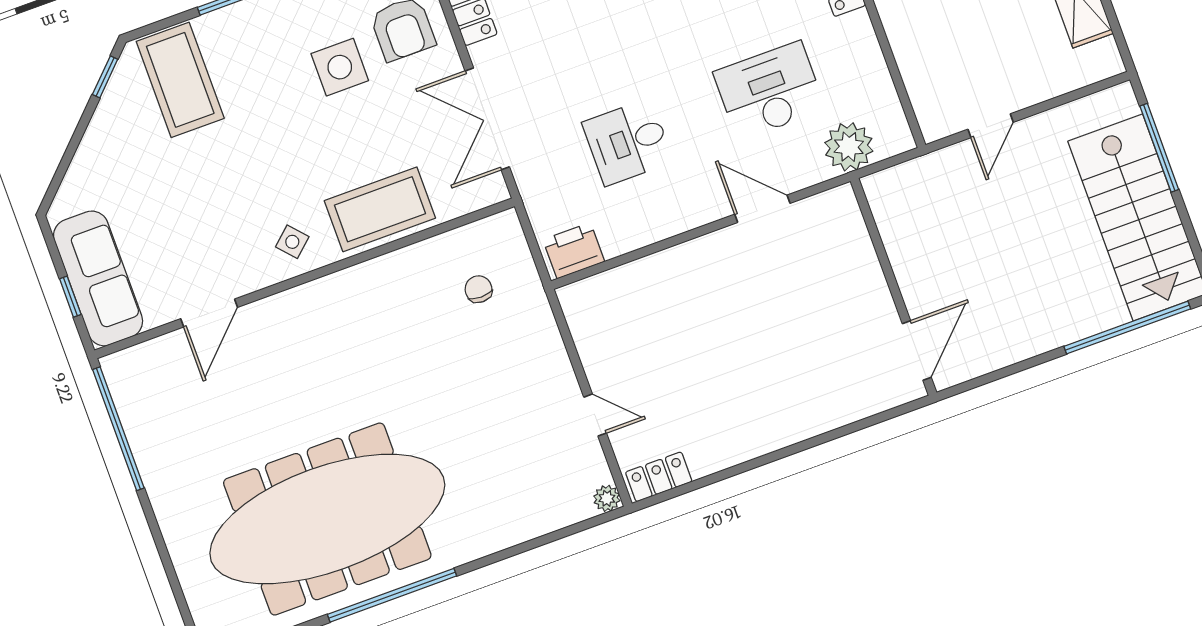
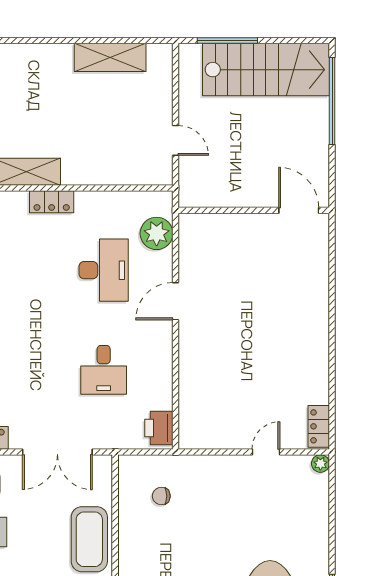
desk: (769, 91) -> (104, 270), turned 180
wall: (894, 287) -> (254, 210), moved
door: (917, 350) -> (299, 210), moved

